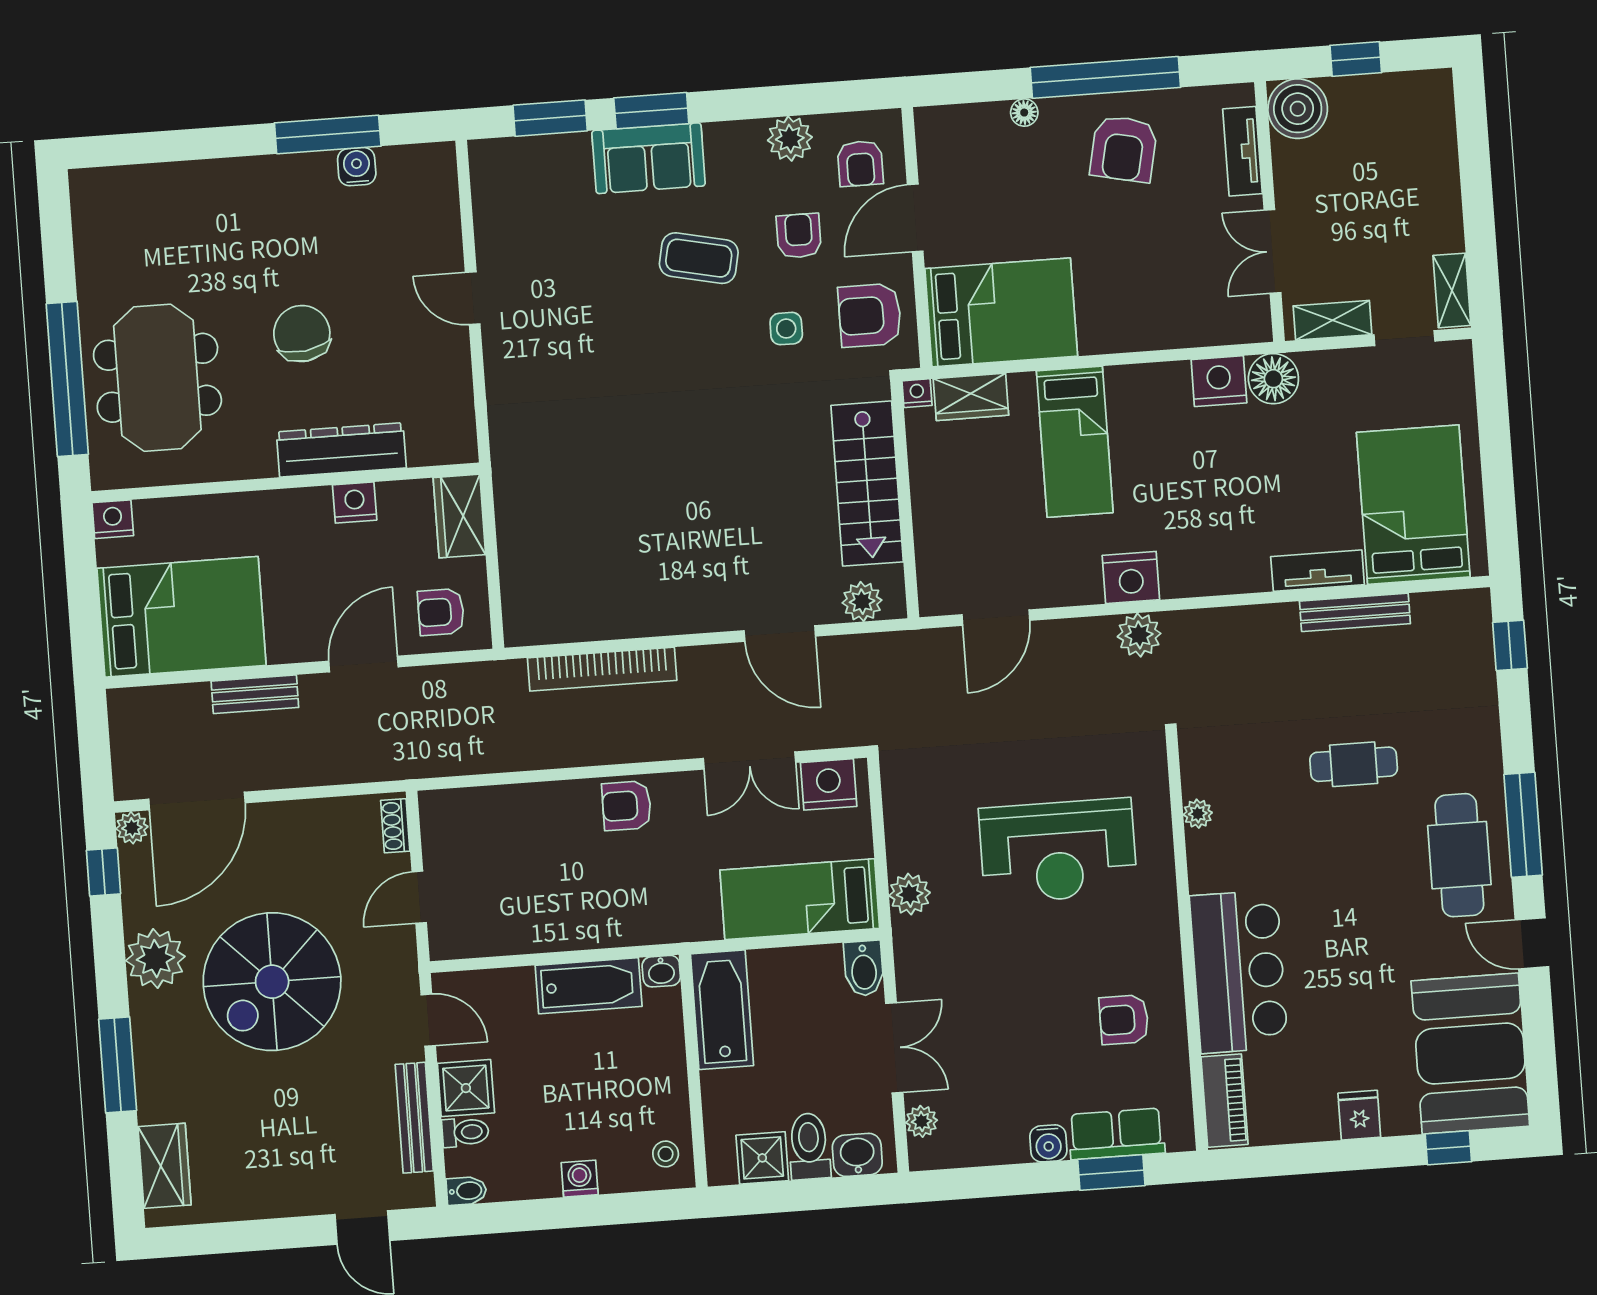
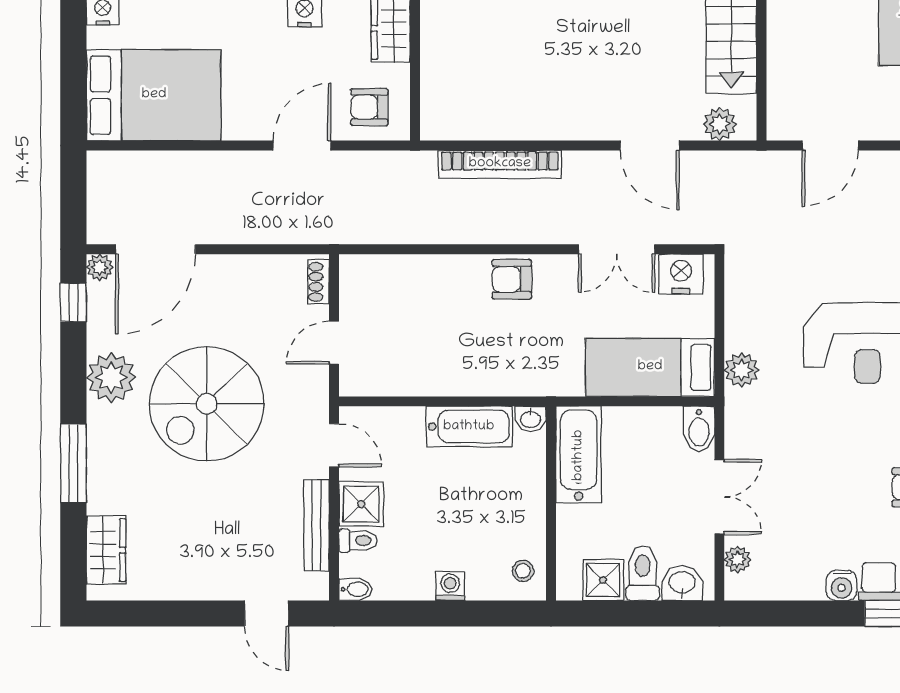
bench: (255, 694) -> (210, 164), removed

